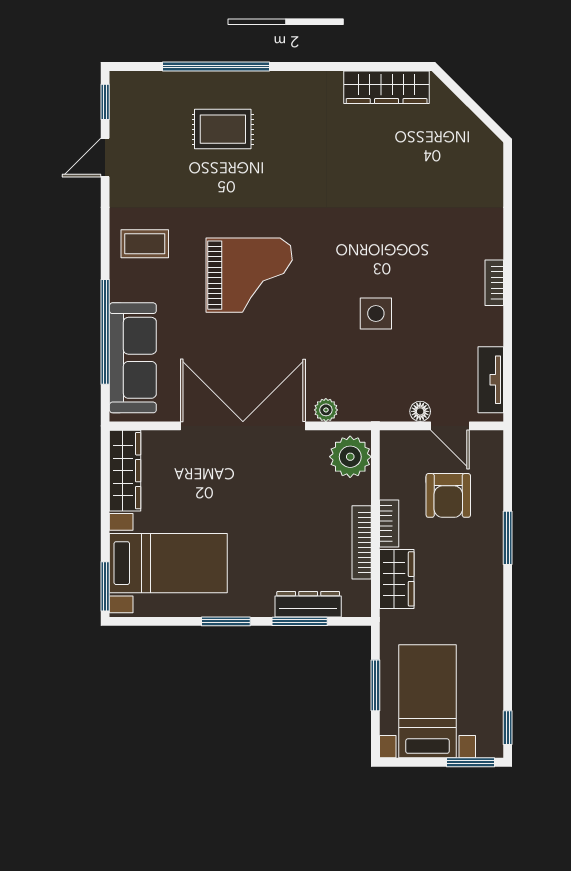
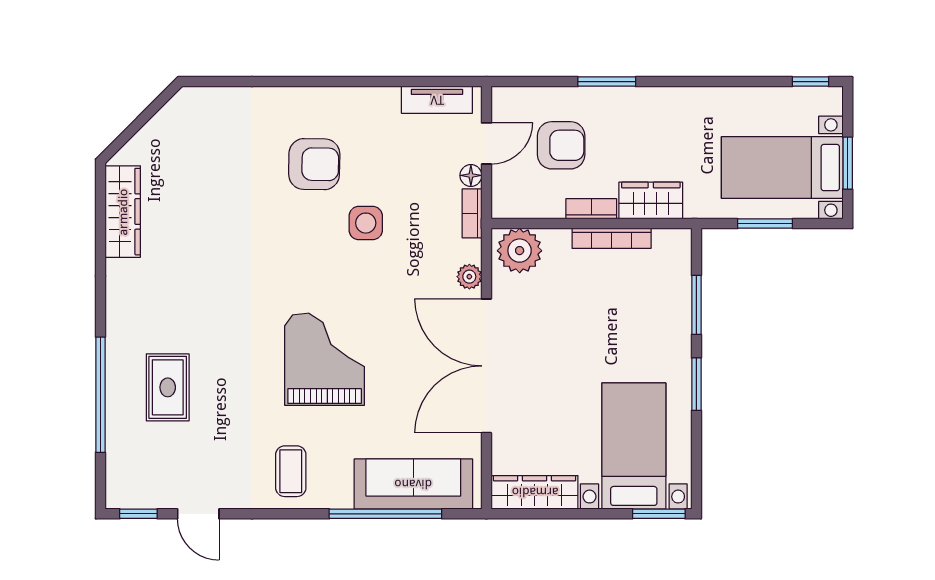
armchair: (431, 265) -> (314, 164), added
bookcase: (494, 283) -> (472, 213), moved, turned 90
dresser: (308, 604) -> (678, 296), removed
window: (470, 762) -> (848, 163), moved

